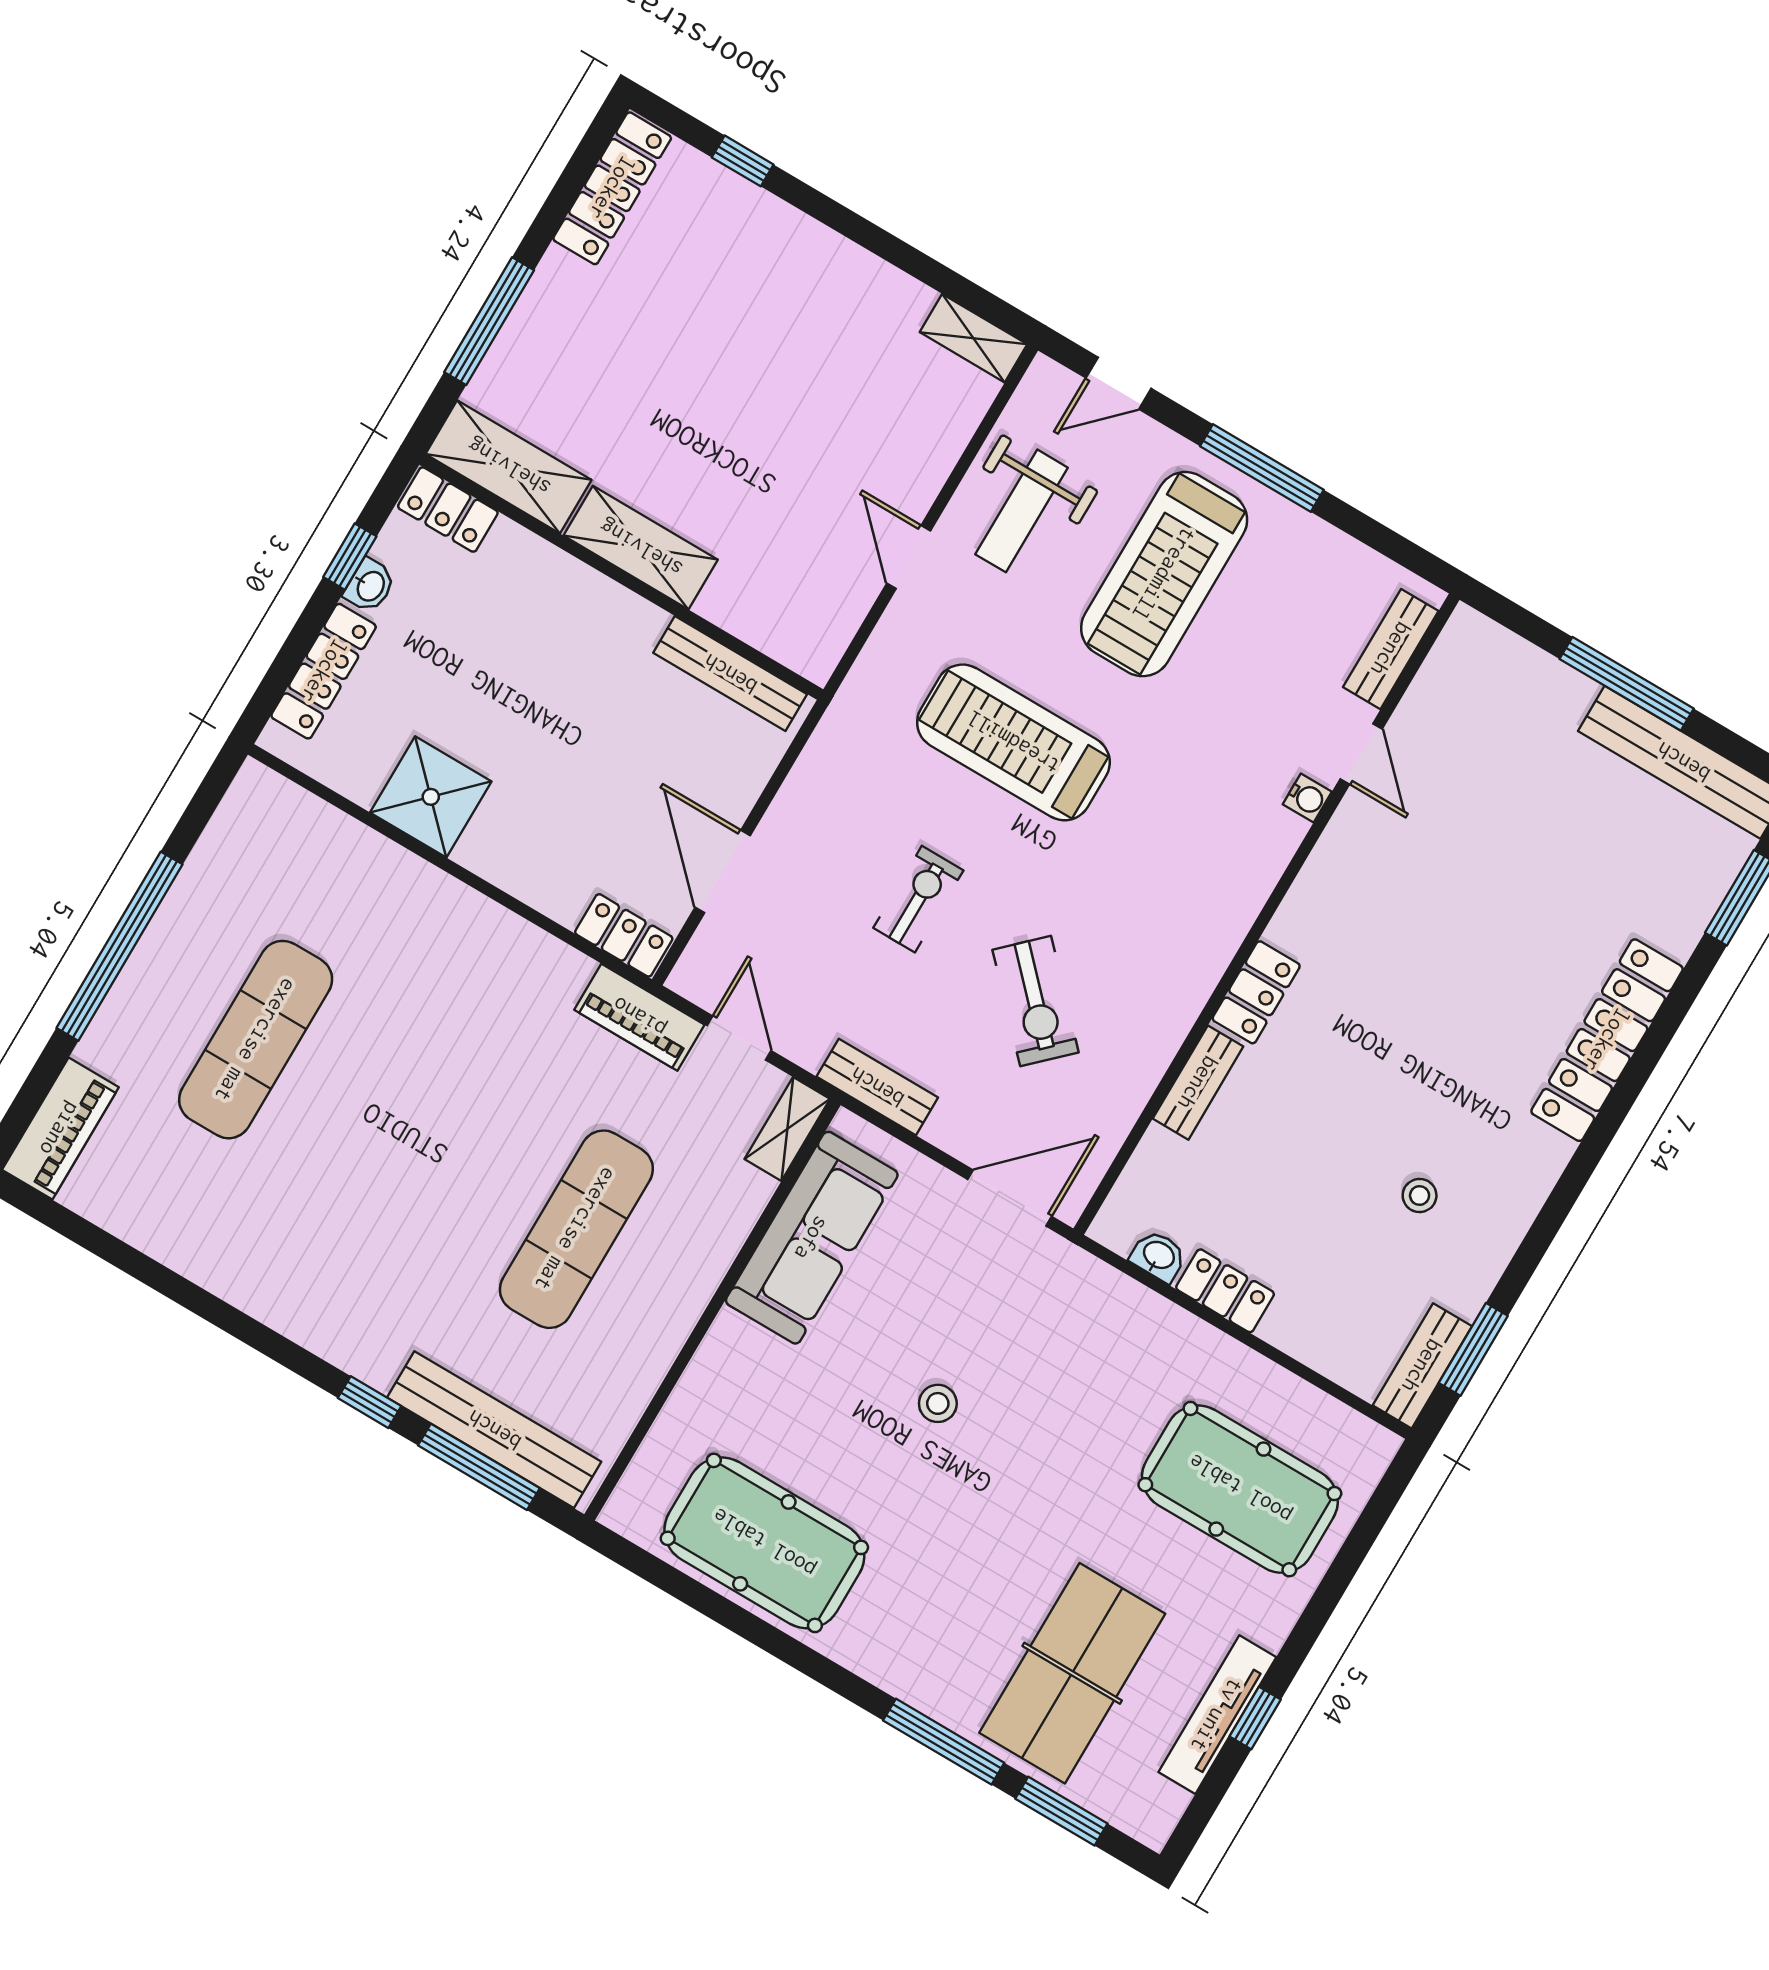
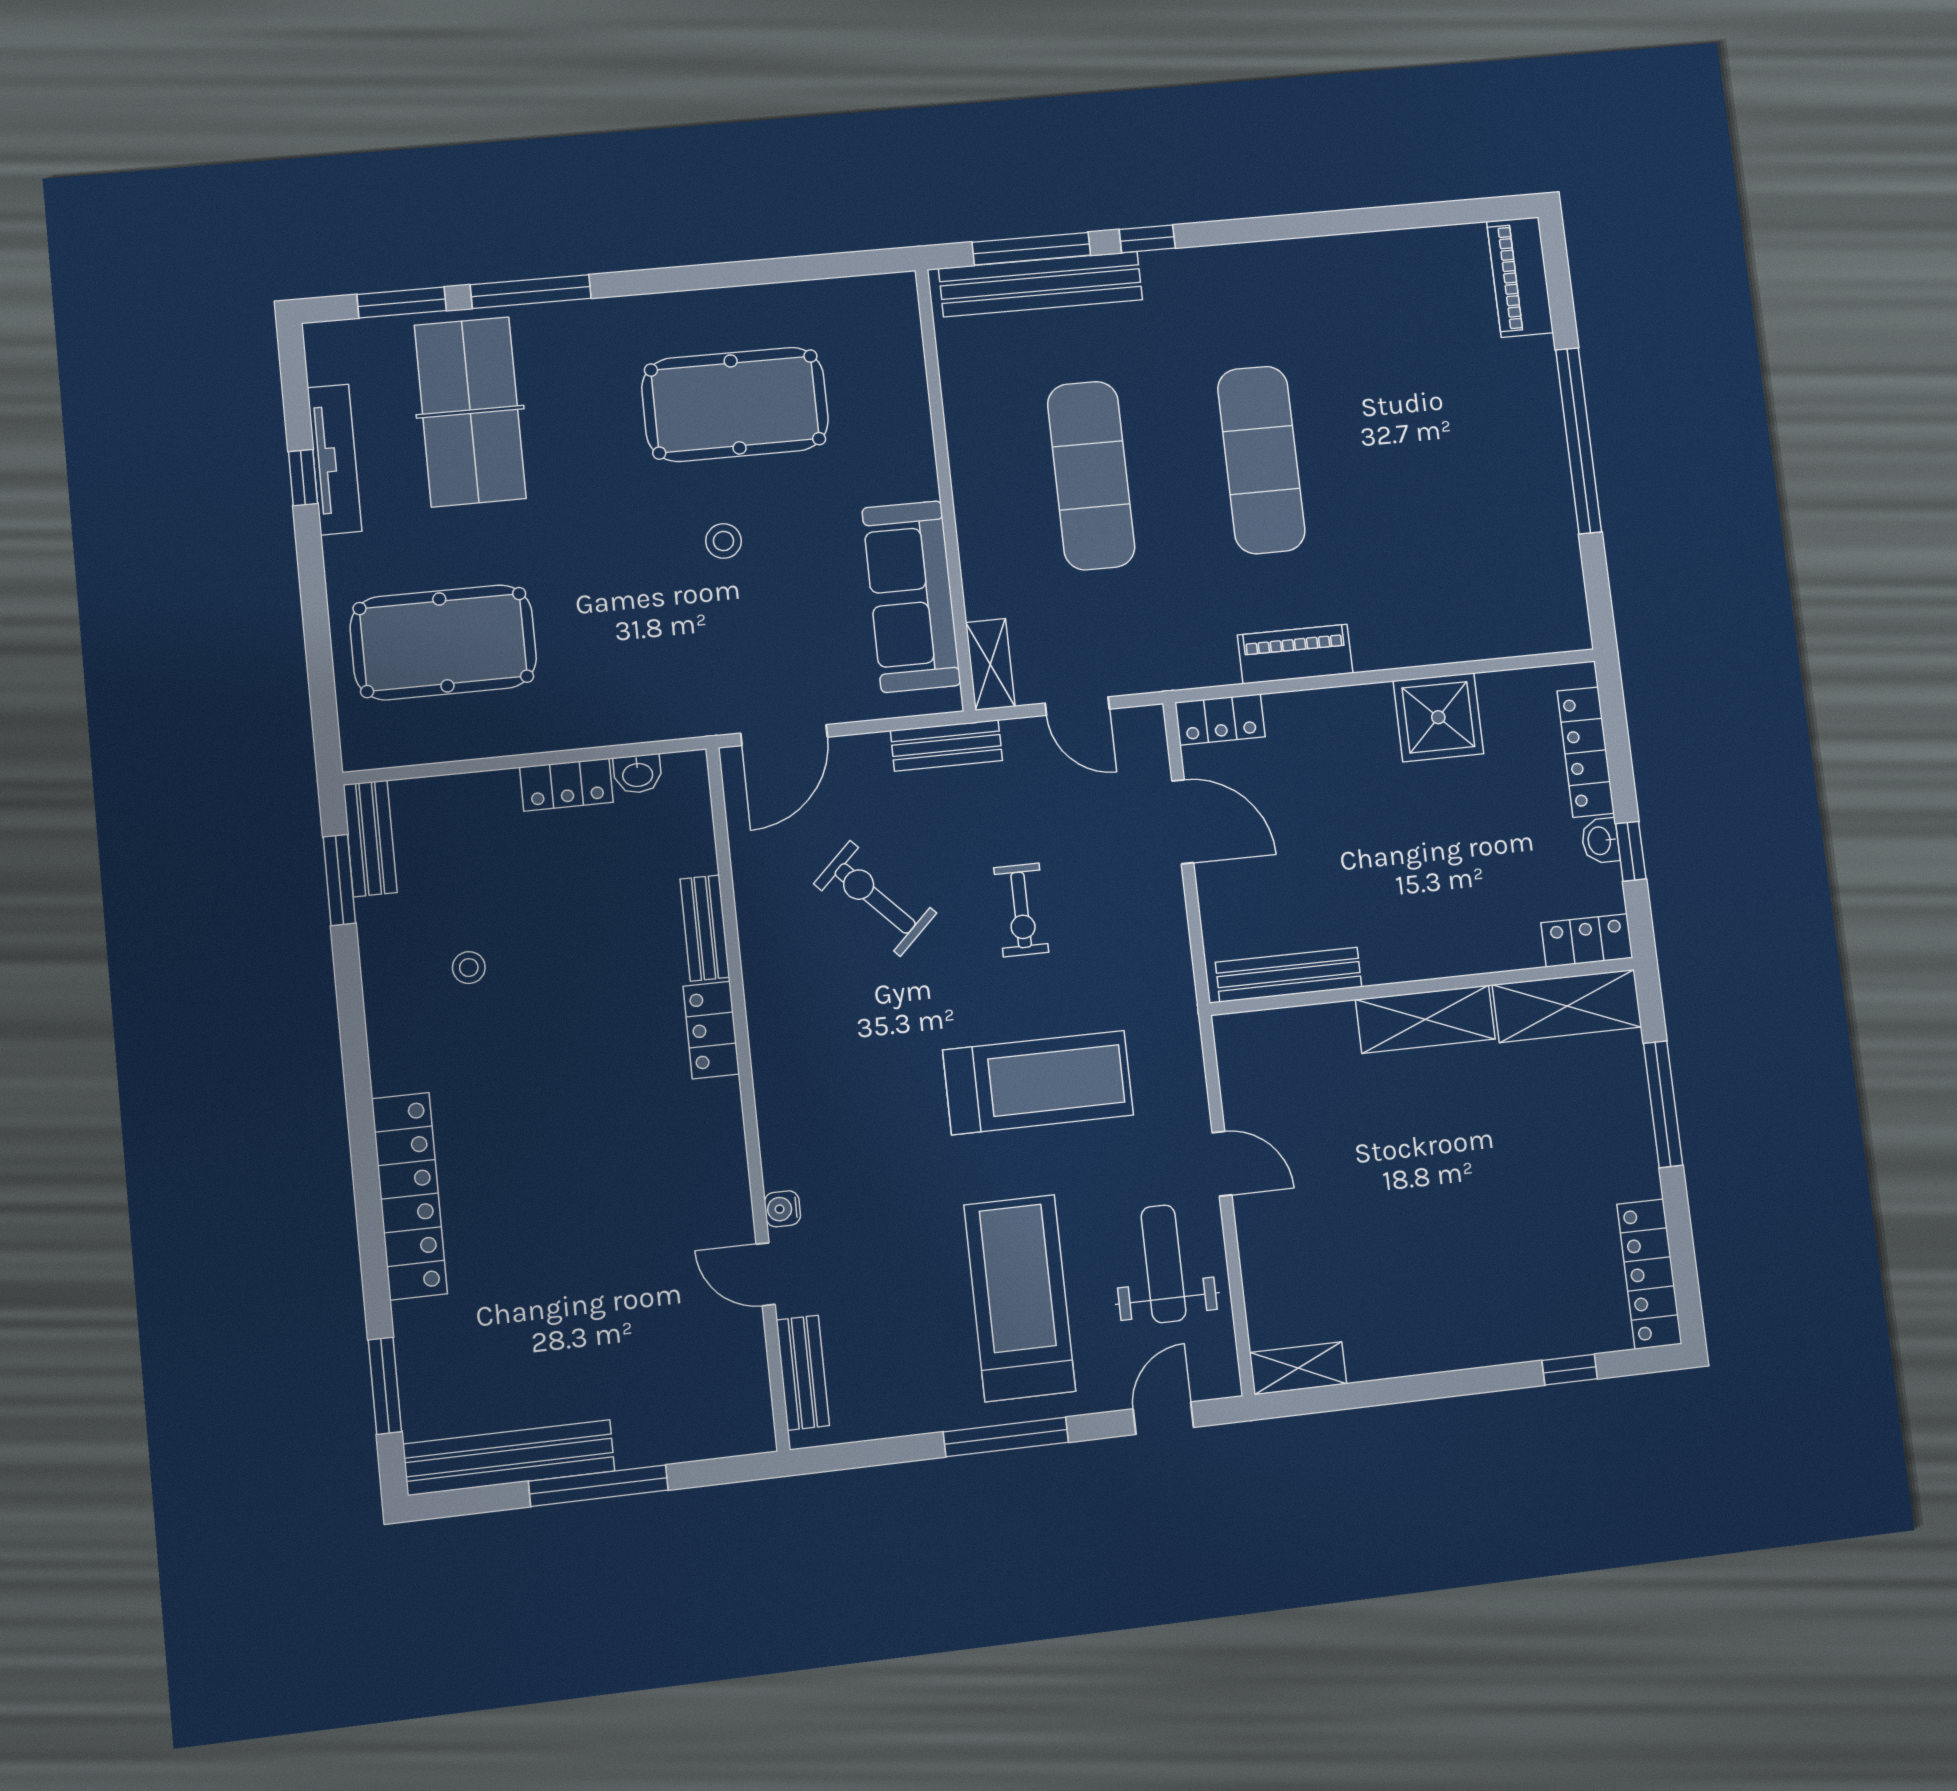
piano: (639, 1017) -> (1295, 654), moved
exercise mat: (256, 1040) -> (1261, 460), moved
pool table: (764, 1543) -> (735, 404), moved

